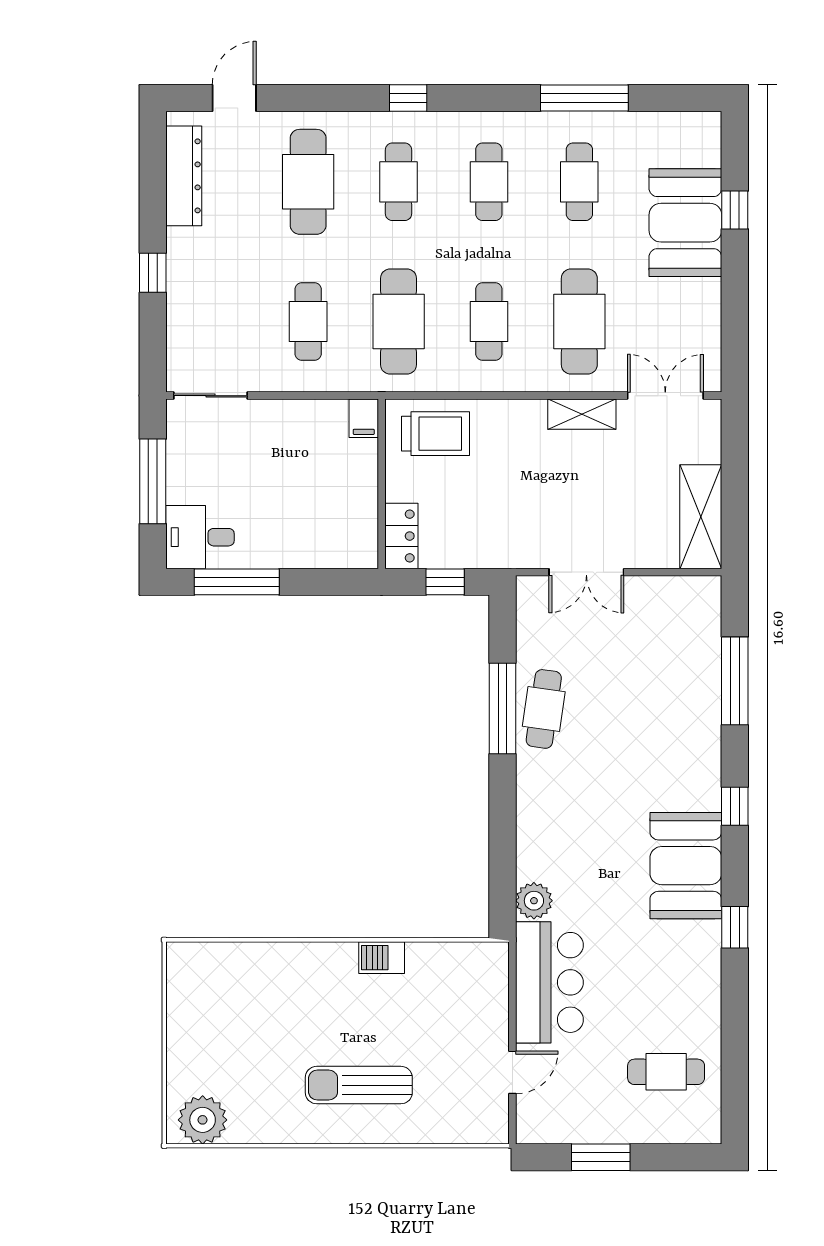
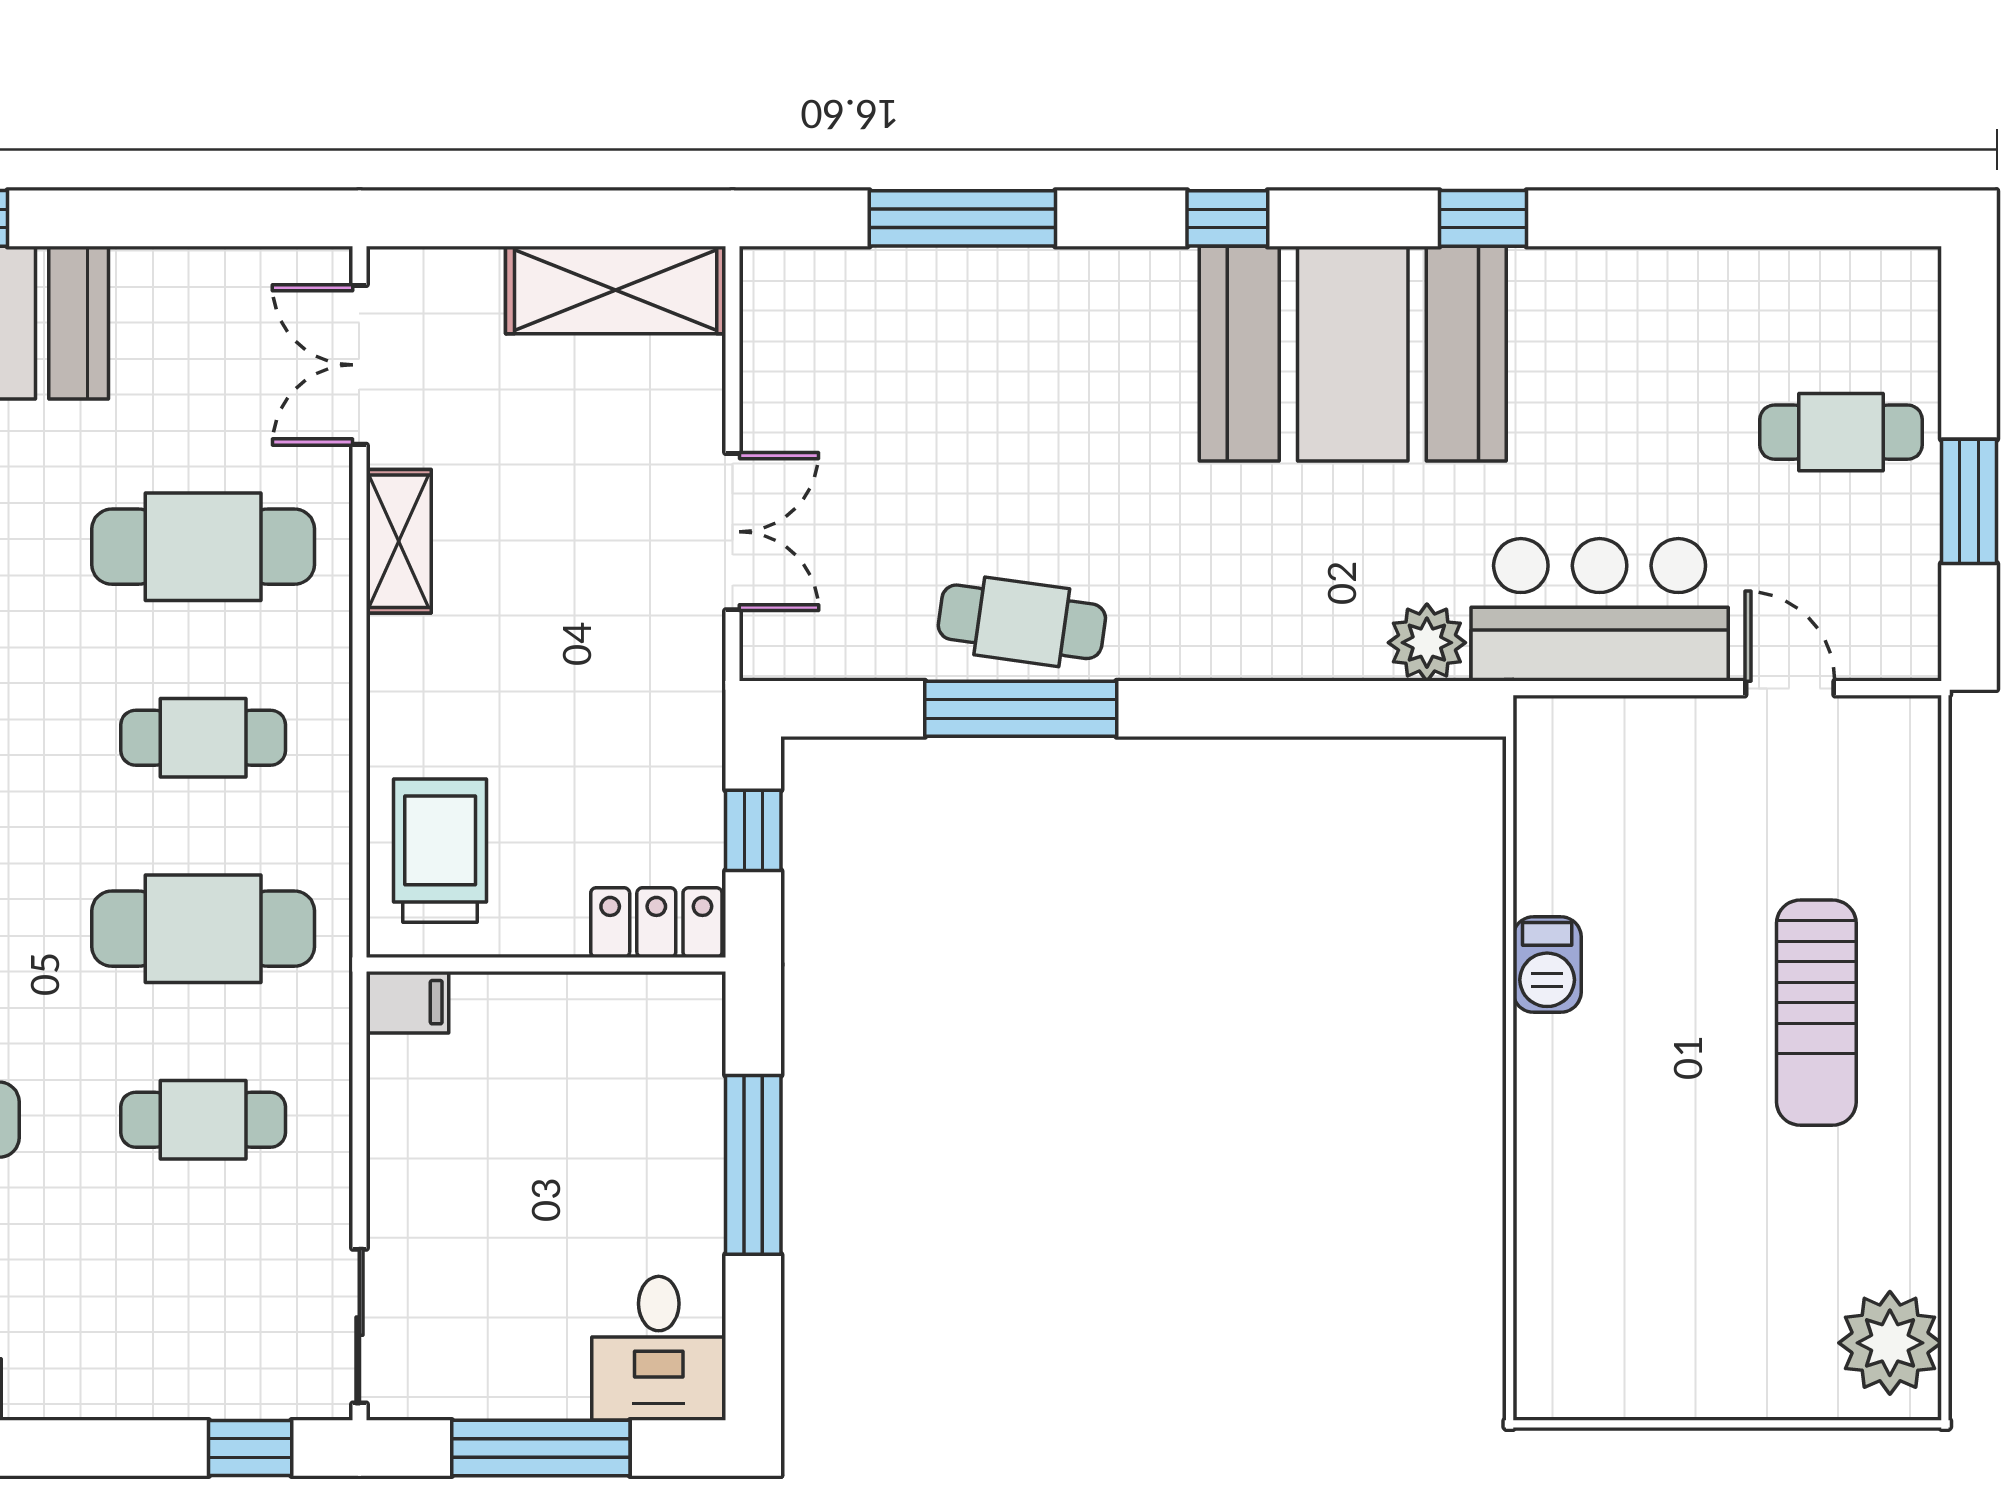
window: (153, 273) -> (250, 1448), moved
window: (237, 582) -> (753, 1165), moved
booth: (686, 866) -> (1353, 354), width x1.36, depth x1.42
cafe table: (666, 1072) -> (1841, 432), moved, turned 90

